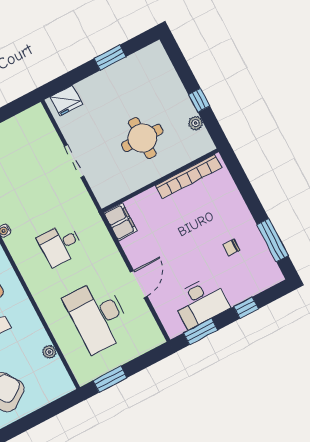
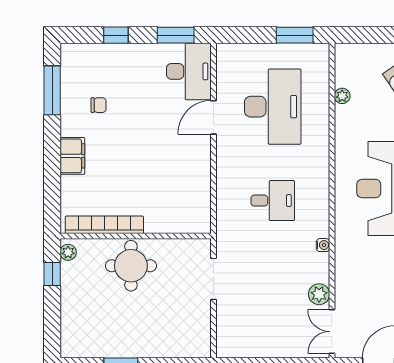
fridge: (66, 101) -> (189, 345), removed
bookcase: (188, 177) -> (104, 225), moved
wall: (160, 181) -> (136, 236), moved
filing cabinet: (120, 222) -> (72, 156), moved, turned 180
desk: (201, 302) -> (189, 71), moved, turned 90

